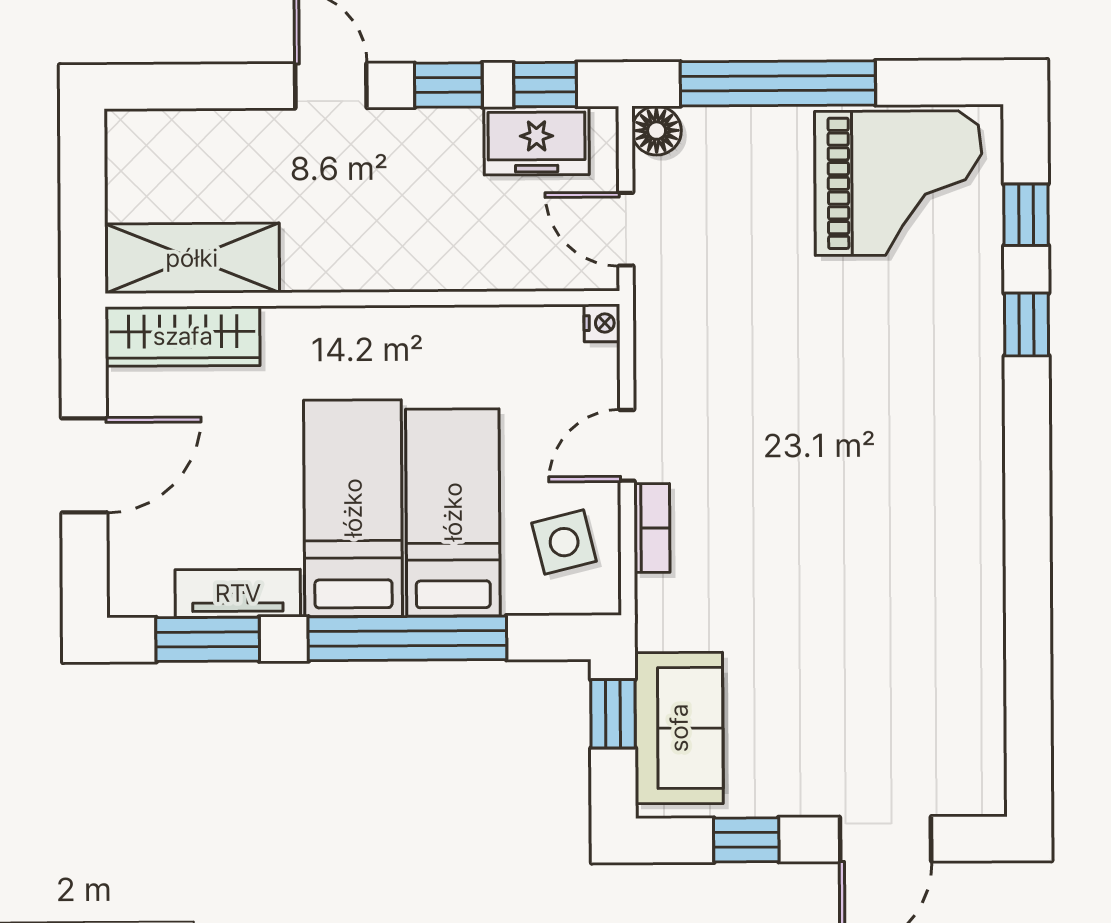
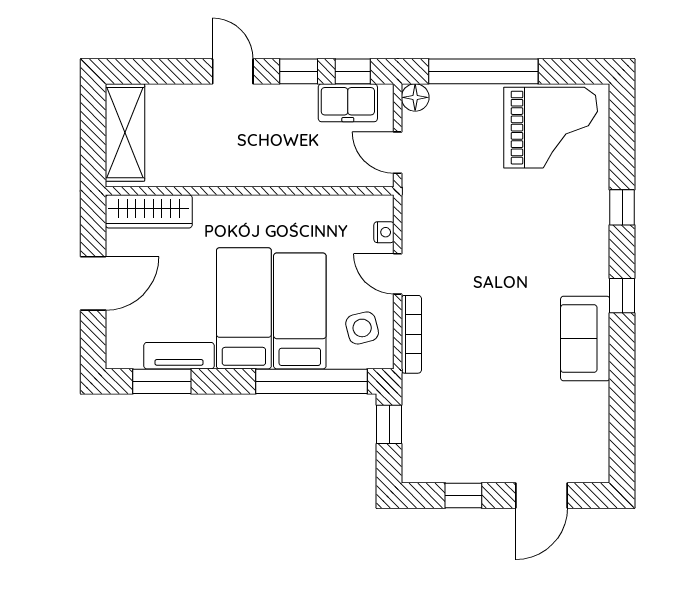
window: (1026, 215) -> (622, 296), moved
shelving: (192, 258) -> (125, 133), moved, turned 90
nightstand: (602, 323) -> (384, 232), moved
door: (627, 445) -> (398, 274), hinge flipped
bookcase: (652, 528) -> (411, 334), width x1.56
window: (407, 638) -> (311, 381), moved
sofa: (679, 728) -> (585, 339), moved, turned 180

